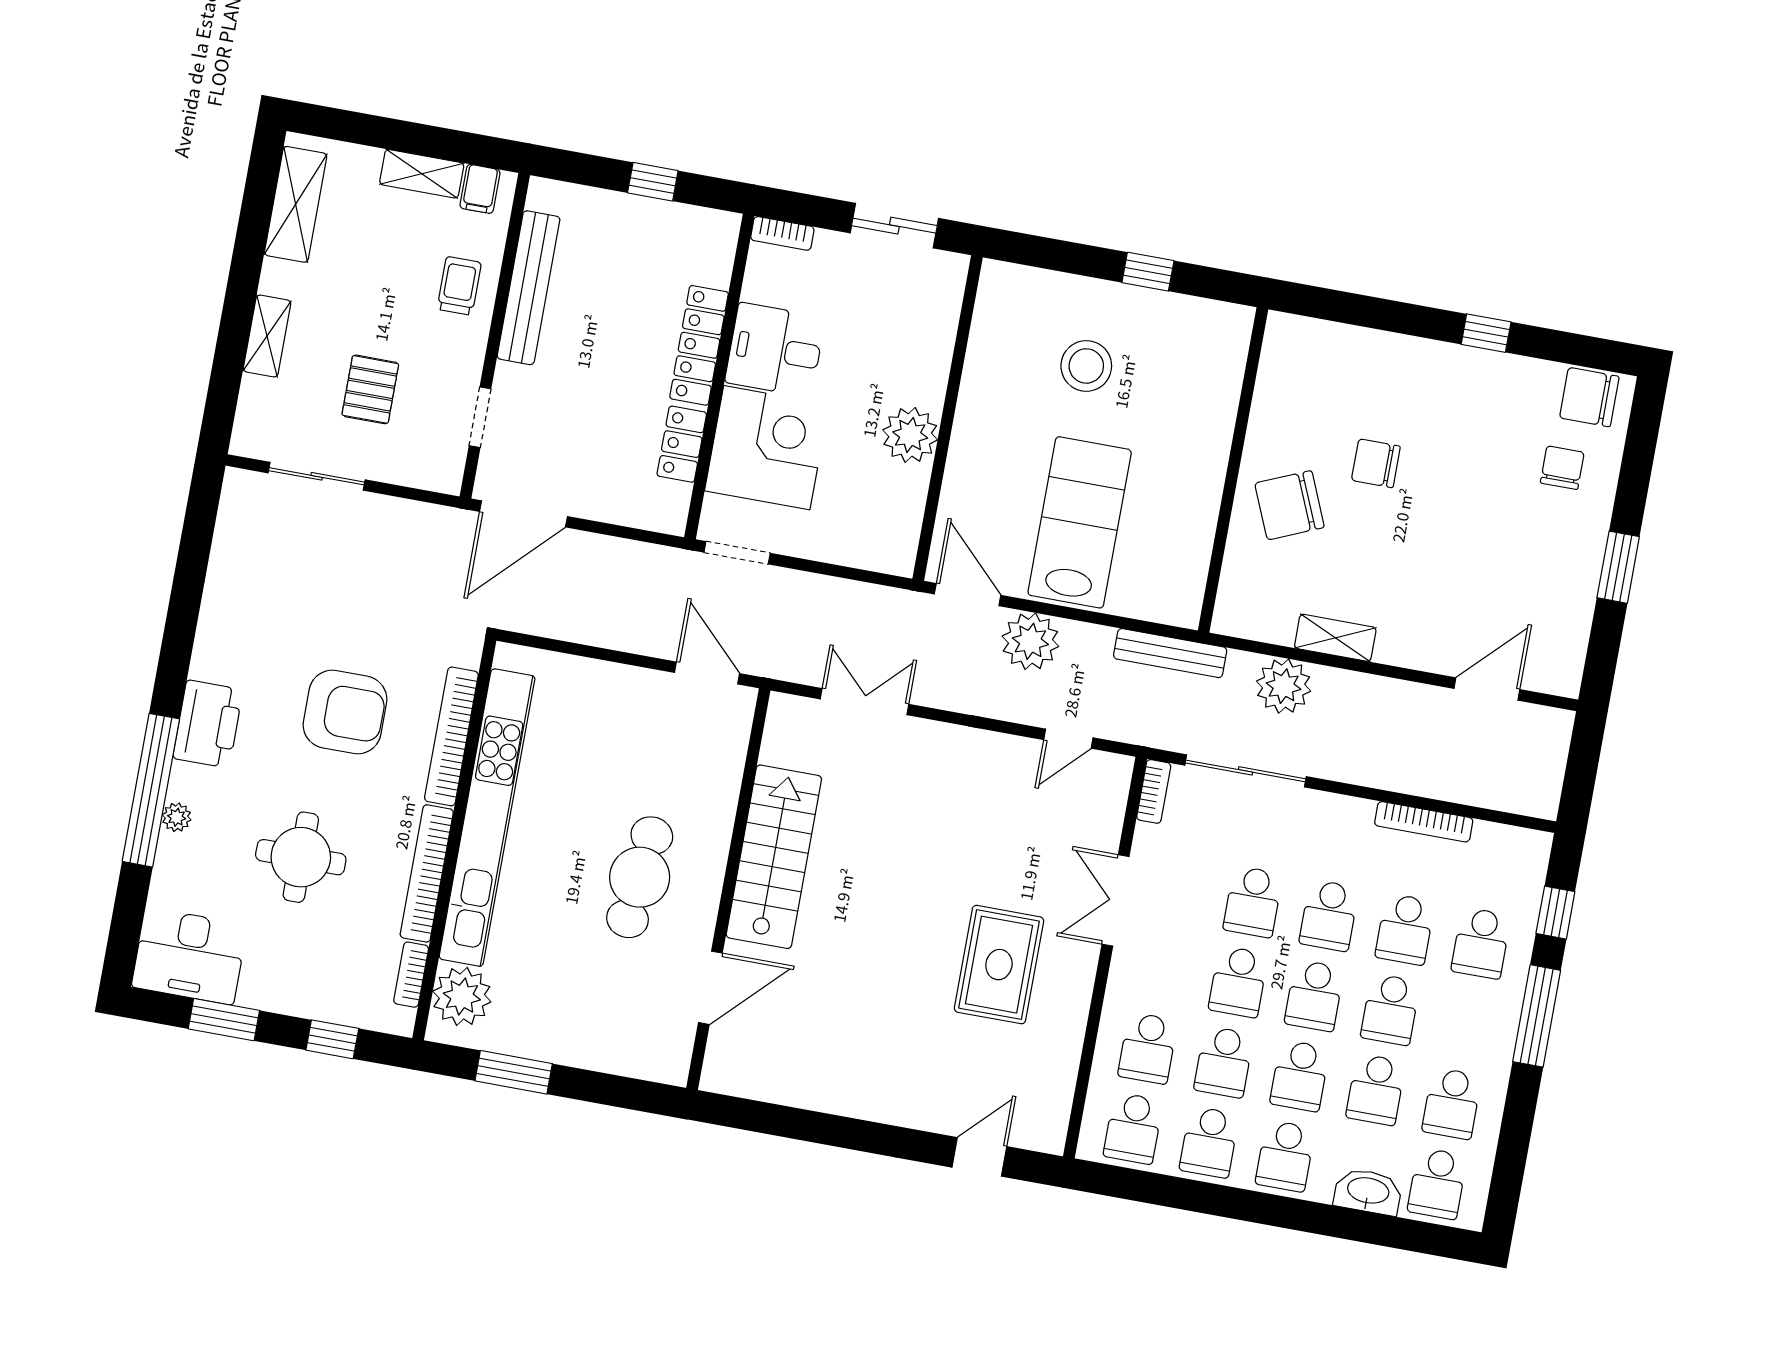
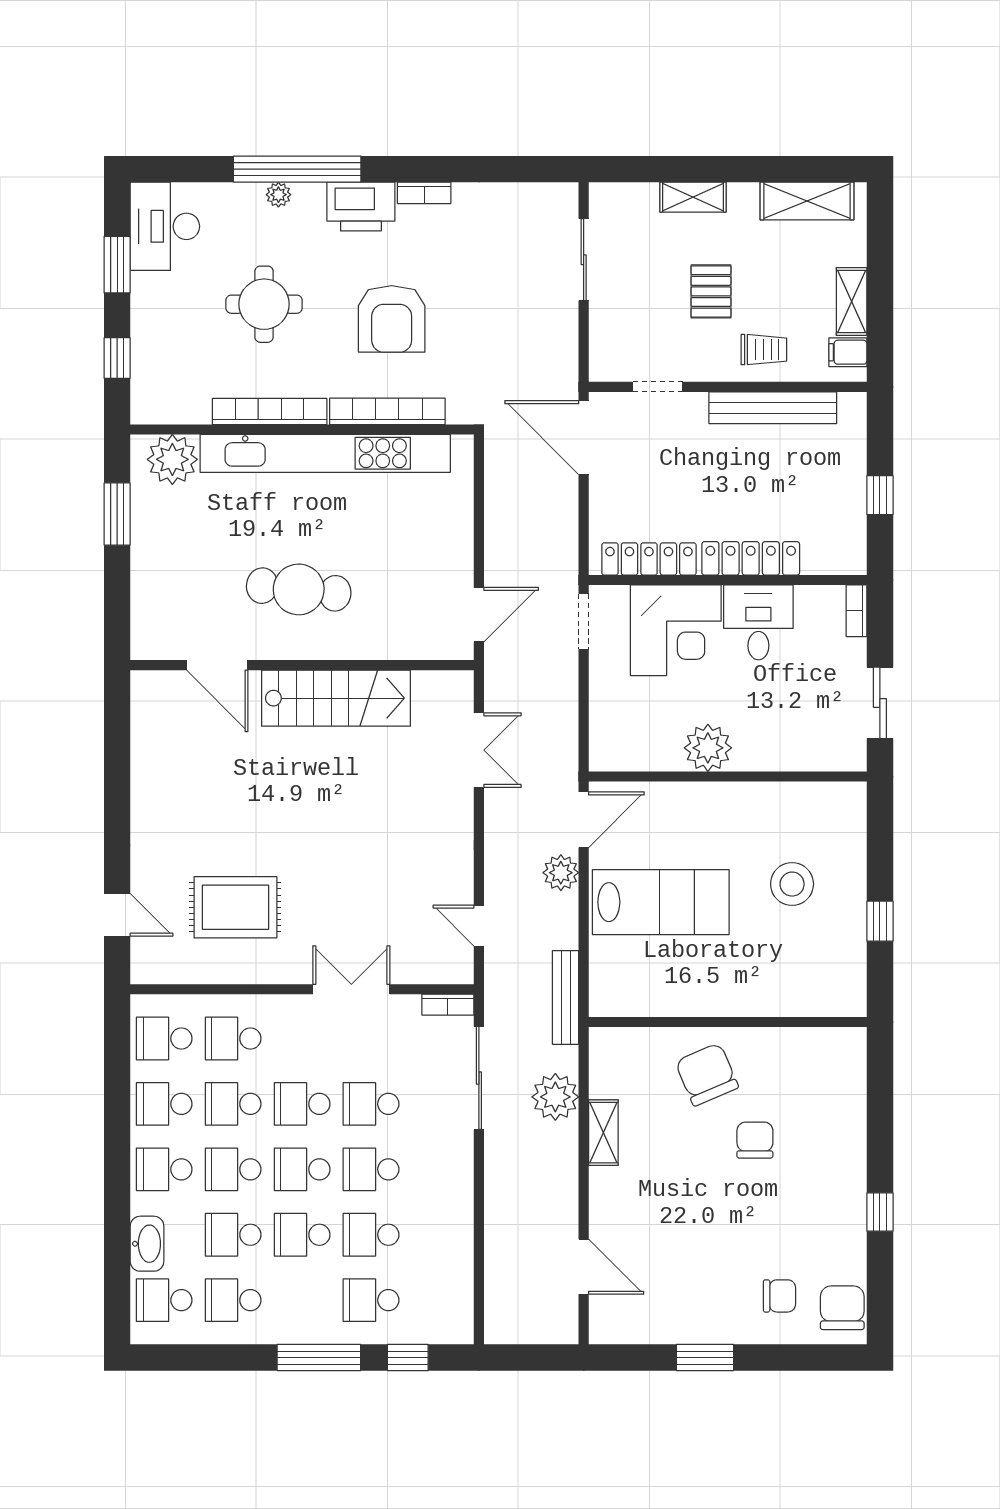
pallet: (370, 389) -> (711, 291), moved, turned 90
locker: (682, 444) -> (649, 559), width x1.53
plant: (1030, 641) -> (561, 873), width x0.73, depth x0.73
bookcase: (1424, 822) -> (464, 1234), removed
rug: (999, 965) -> (235, 907), moved
bookcase: (411, 975) -> (424, 193), moved, turned 180

